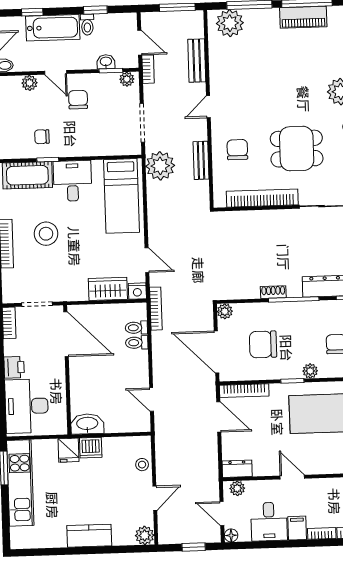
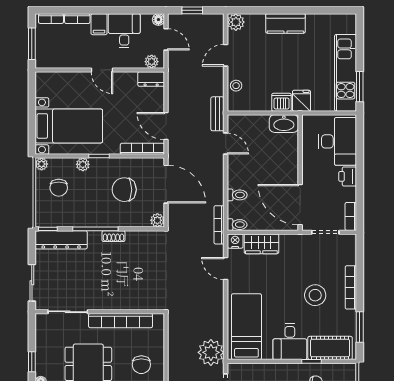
bench: (201, 160) -> (217, 114), moved
toilet: (136, 328) -> (237, 225), moved
chair: (263, 344) -> (124, 190), turned 180

